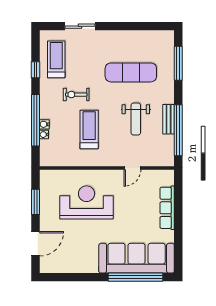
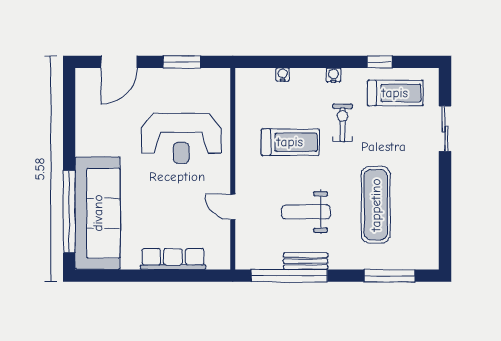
window: (35, 120) -> (304, 62), removed
water cooler: (44, 124) -> (333, 75), moved
reception desk: (87, 202) -> (181, 138), turned 90
door: (35, 244) -> (119, 62), hinge flipped

